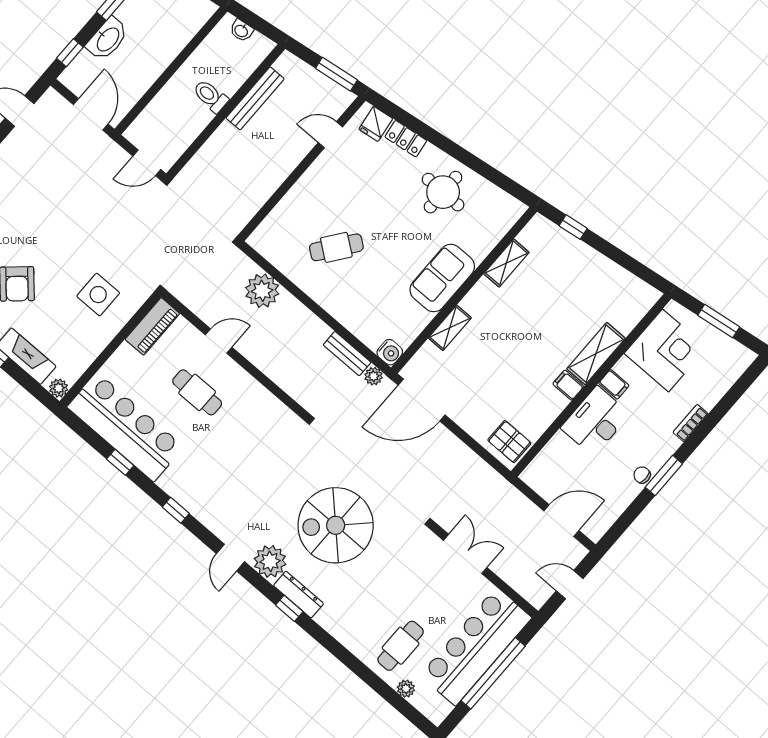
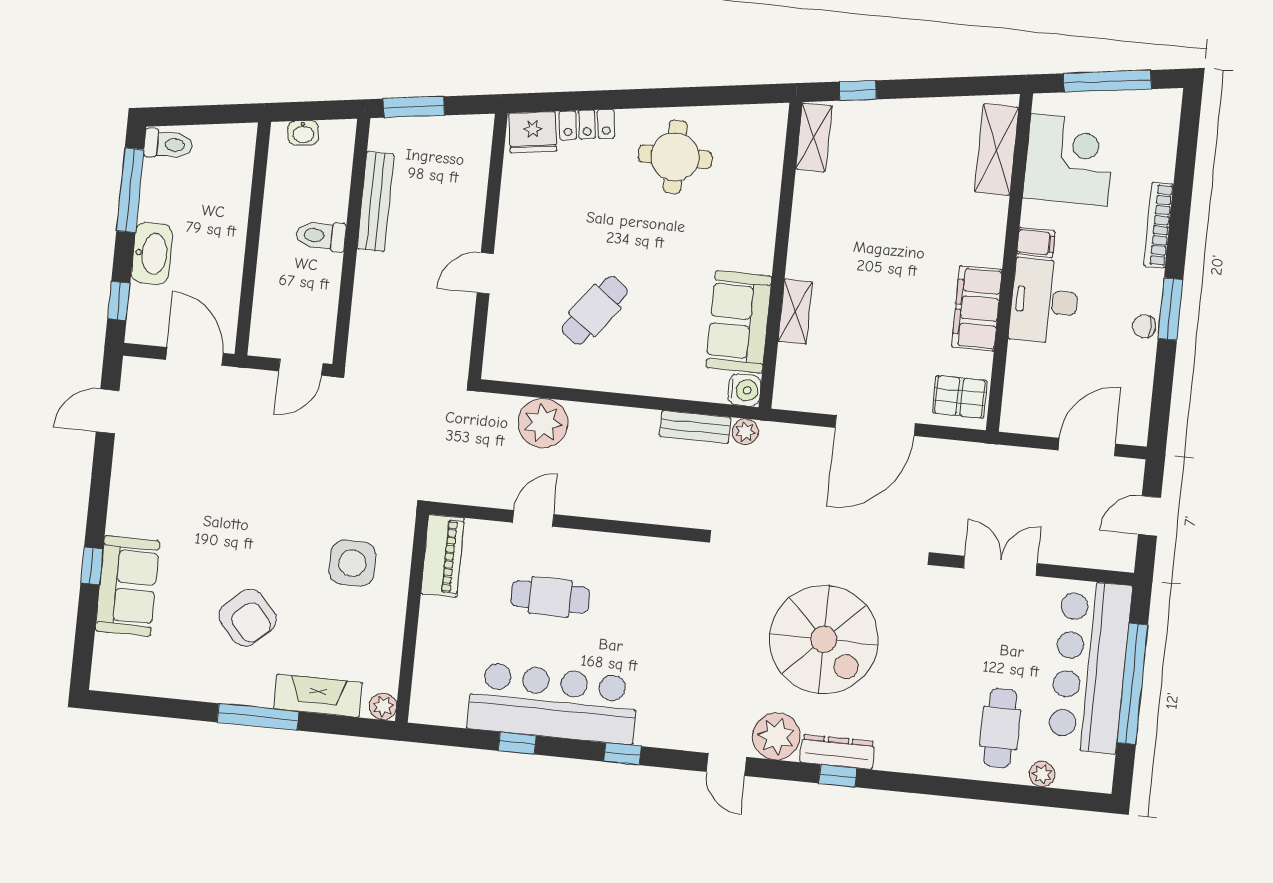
window: (336, 74) -> (414, 107), moved
fridge: (376, 124) -> (533, 132), width x1.38
door: (330, 135) -> (485, 273), moved
shelving: (506, 263) -> (814, 137), moved
sofa: (442, 278) -> (739, 322), moved
window: (719, 321) -> (1107, 81), width x1.44
shelving: (596, 354) -> (997, 150), moved
filing cabinet: (568, 385) -> (977, 308), width x3.00, depth x1.17
door: (422, 400) -> (875, 426), moved
bookcase: (691, 423) -> (1159, 225), width x1.56
bar counter: (125, 427) -> (553, 703), moved
spiral stairs: (336, 525) -> (824, 639), turned -90

